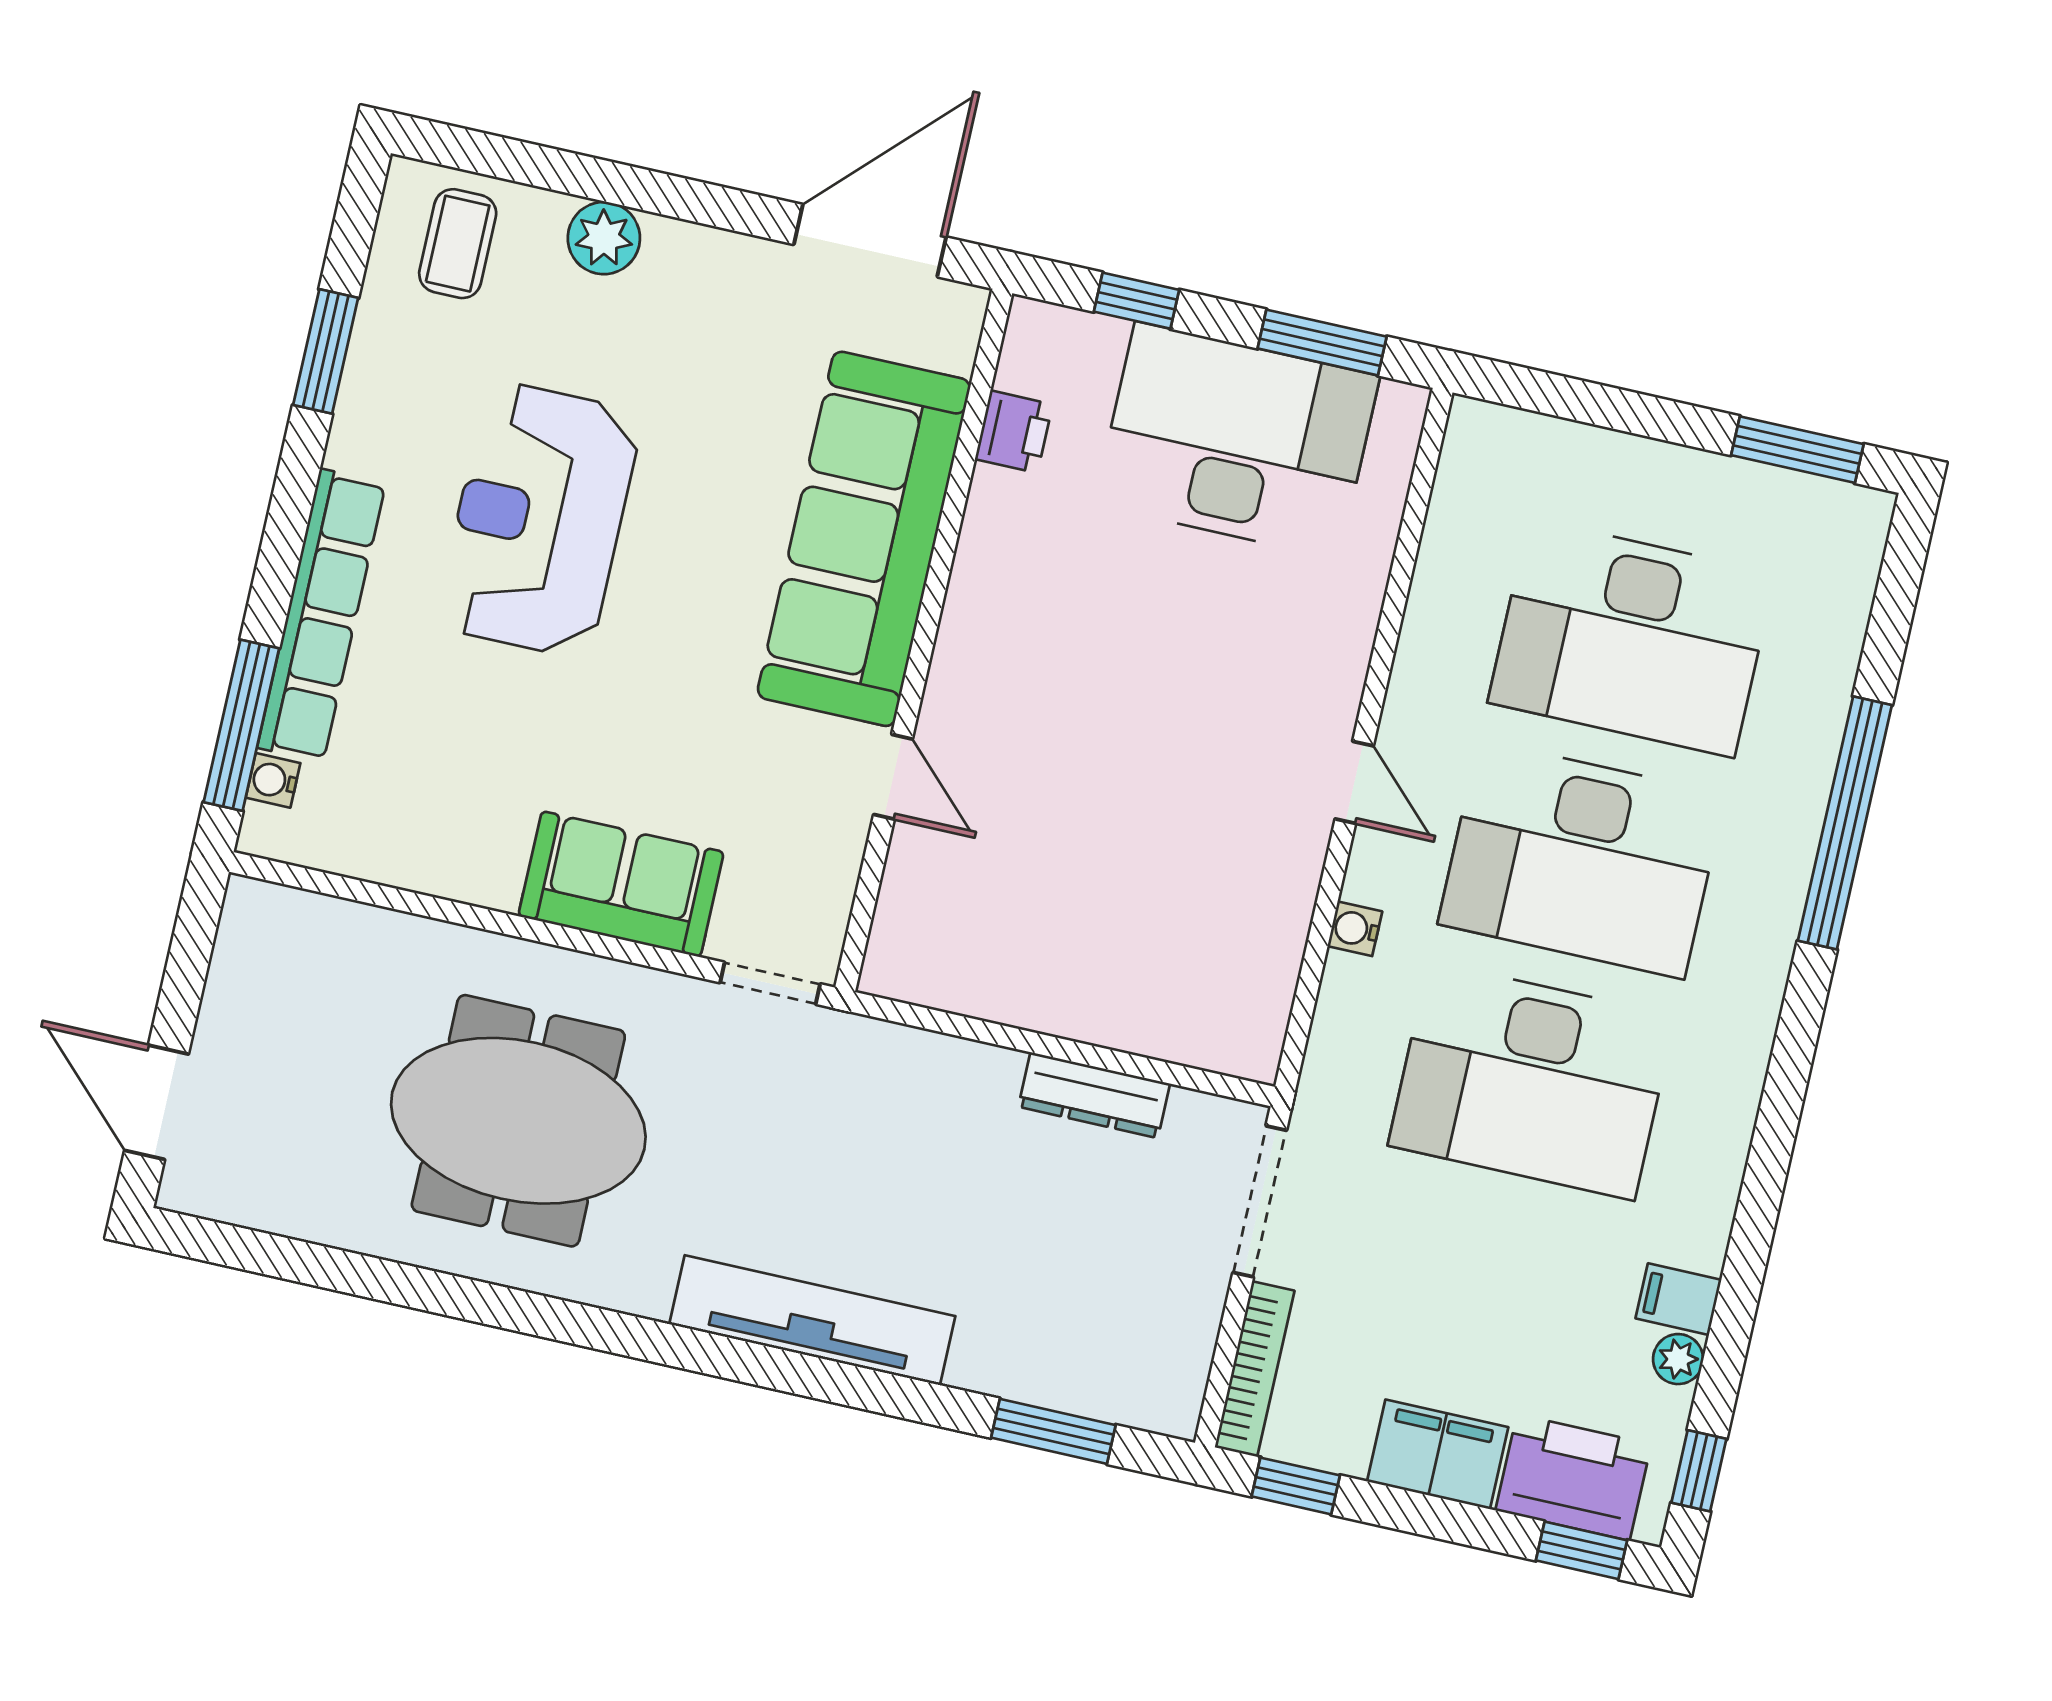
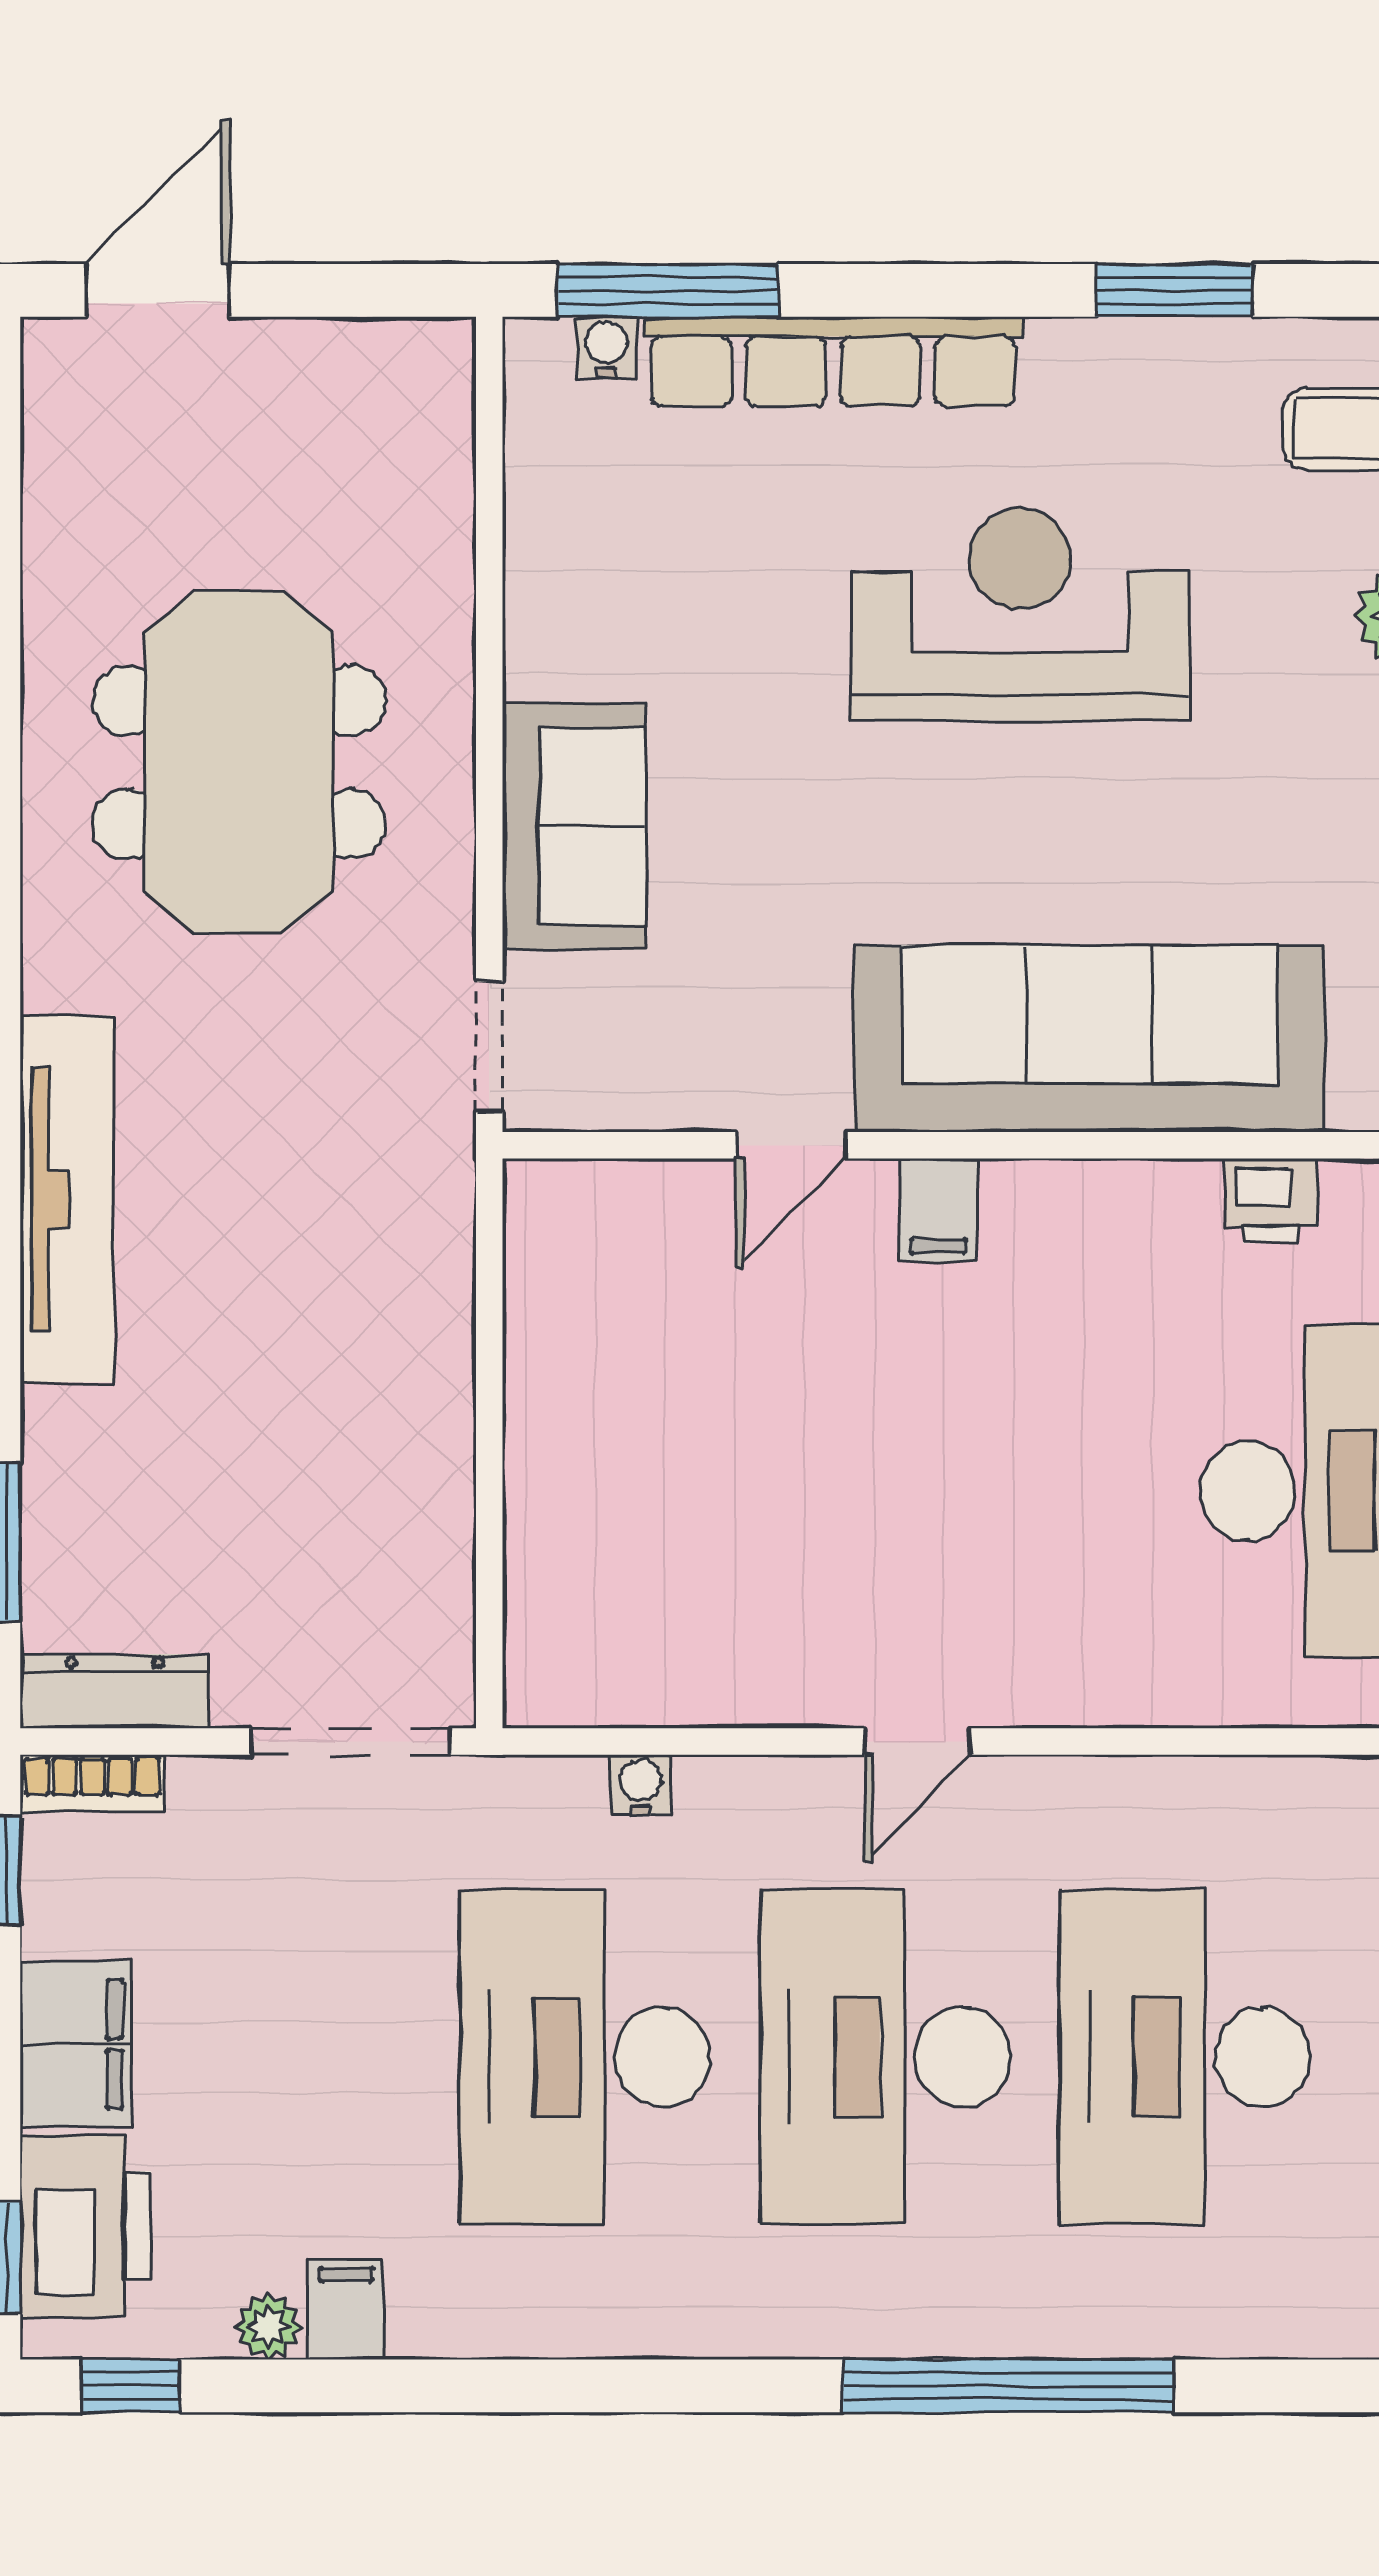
filing cabinet: (965, 679) -> (938, 1210), added
water cooler: (1355, 929) -> (641, 1785), moved
dresser: (1094, 1095) -> (115, 1691), moved, turned 90
bookcase: (1255, 1369) -> (92, 1783), width x0.64

